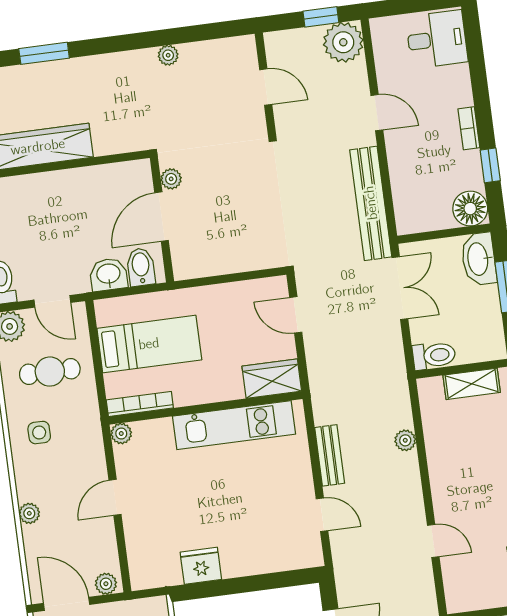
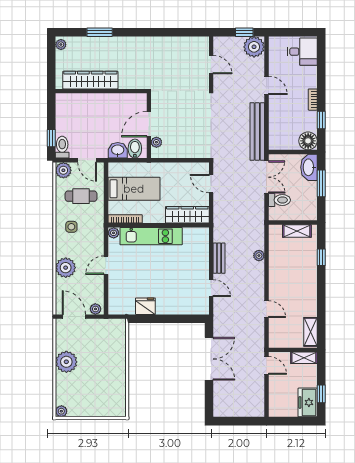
plant: (168, 55) -> (163, 42), removed
plant: (171, 179) -> (156, 142), moved
toilet: (434, 355) -> (279, 200), moved
wardrobe: (272, 379) -> (187, 215), width x1.50
kitchen unit: (234, 425) -> (151, 236), moved
plant: (29, 513) -> (66, 268), width x1.87, depth x1.87

